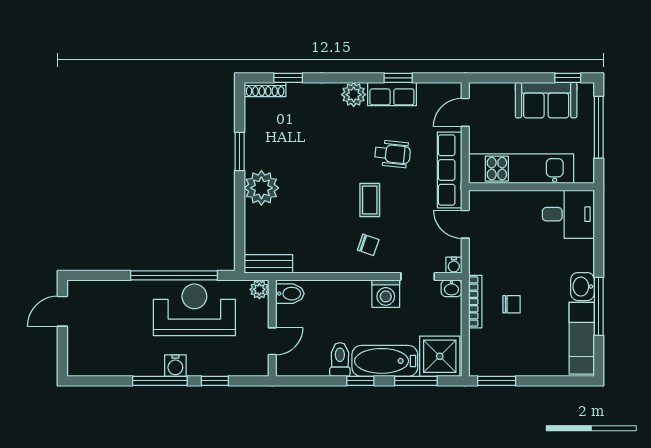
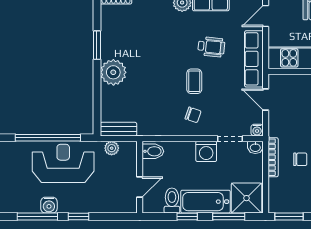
bidet: (290, 294) -> (153, 151), moved
wall: (272, 328) -> (140, 177), moved
door: (272, 341) -> (140, 187), moved

